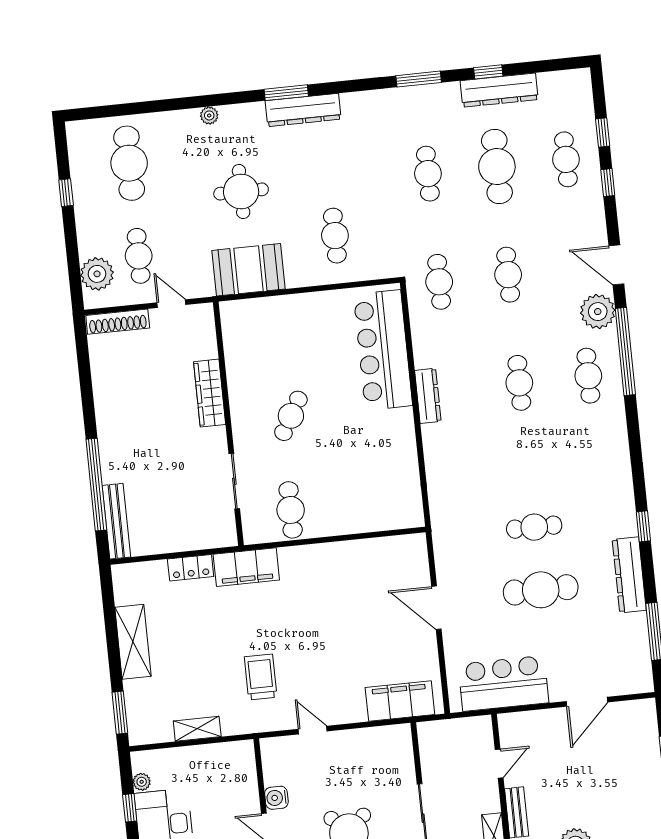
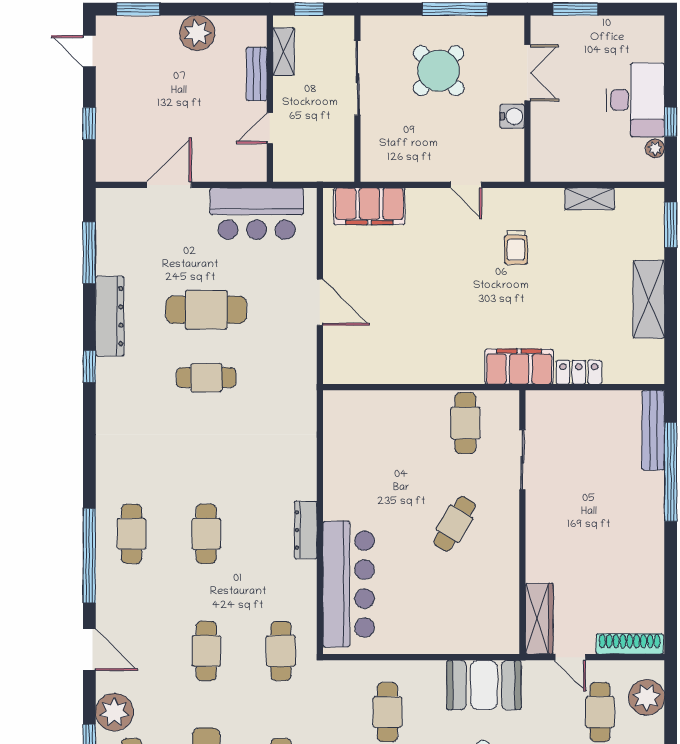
plant: (598, 312) -> (114, 712), moved
wardrobe: (210, 393) -> (539, 619), moved
trolley: (261, 677) -> (516, 247), width x0.73, depth x0.72

